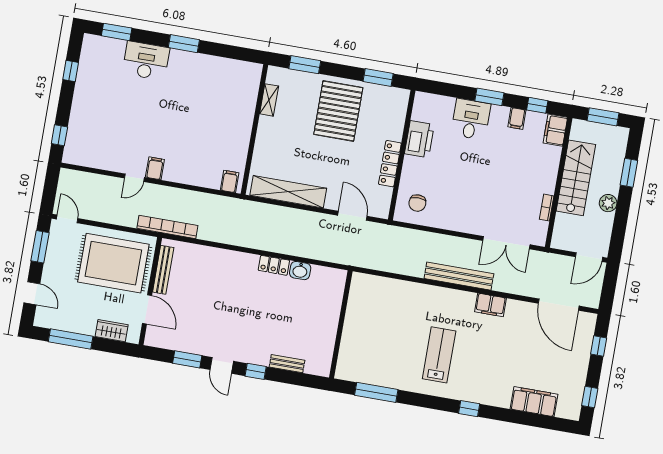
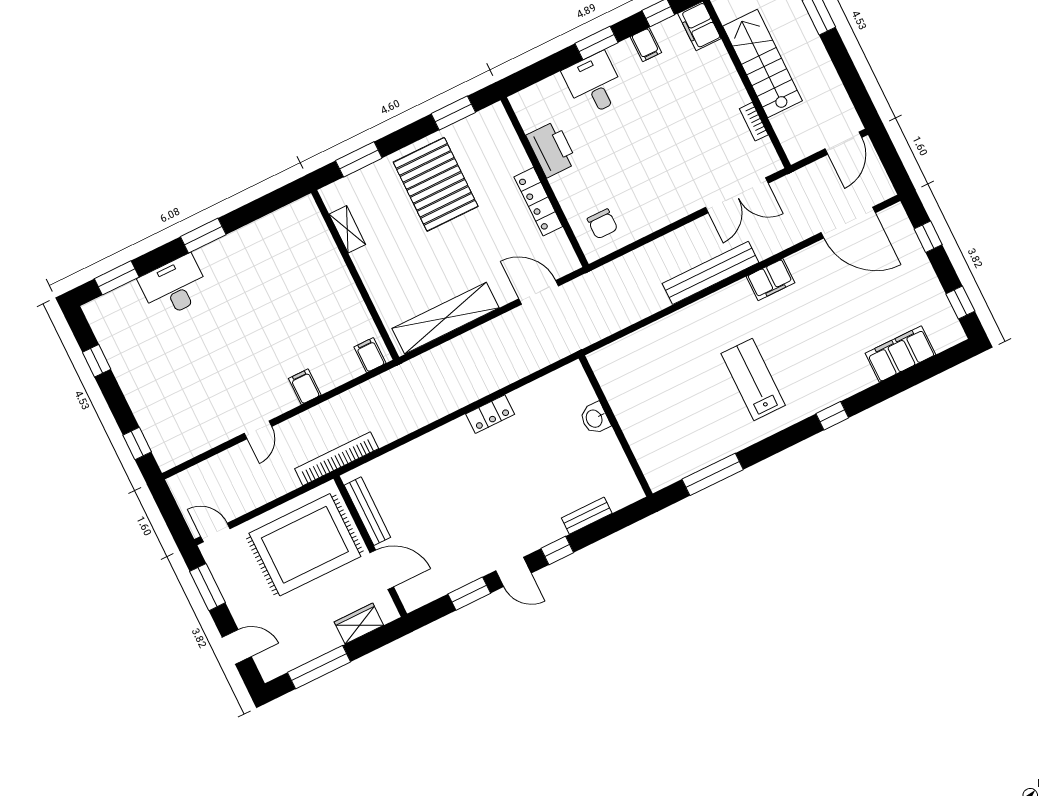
filing cabinet: (155, 168) -> (305, 387), moved
plant: (608, 203) -> (820, 66), removed
washbasin: (300, 271) -> (595, 418), moved, turned 90

